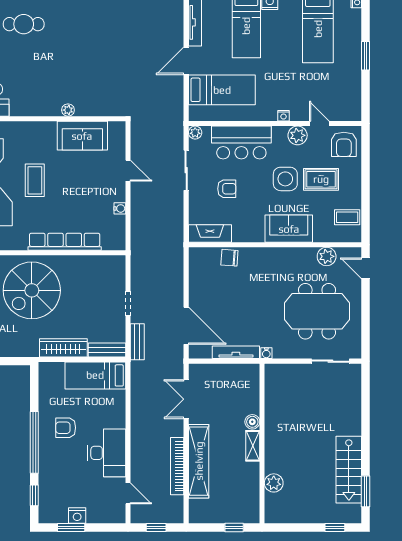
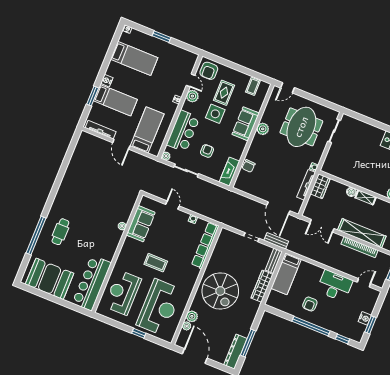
door: (319, 124) -> (191, 80), swing flipped
armchair: (344, 144) -> (209, 71), turned 90
door: (128, 171) -> (172, 205), hinge flipped
row of seats: (65, 242) -> (205, 245), moved
plant: (327, 256) -> (263, 129), moved
door: (186, 326) -> (278, 208), swing flipped
wardrobe: (242, 374) -> (320, 186), added

